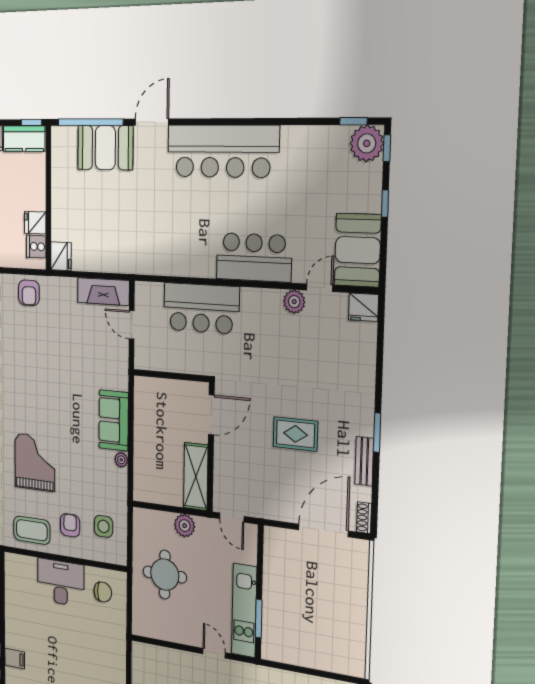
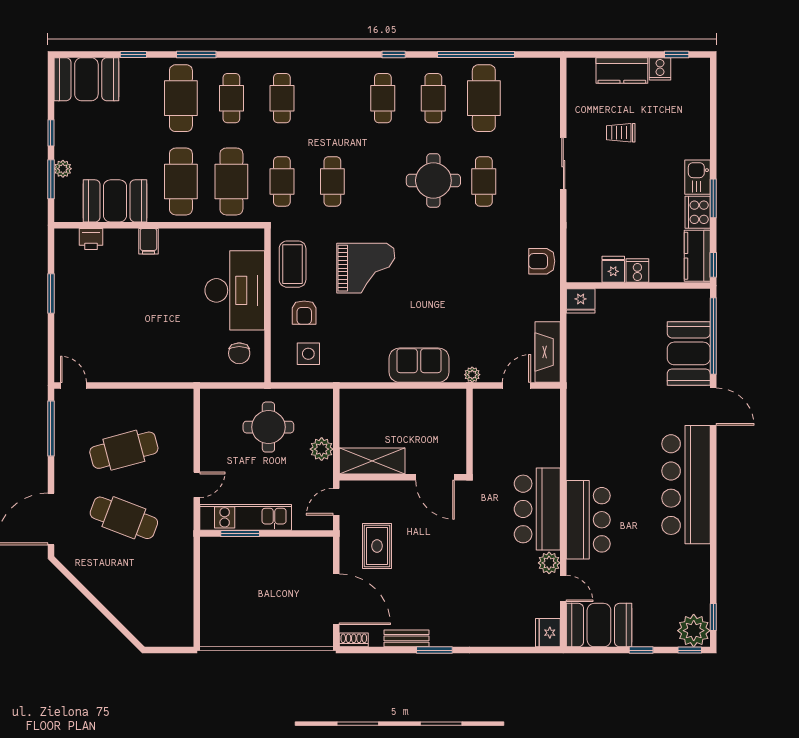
cooker: (36, 247) -> (637, 271), moved
bar counter: (201, 308) -> (537, 509), moved
rug: (295, 434) -> (377, 546), moved
plant: (121, 460) -> (472, 375), moved
armchair: (70, 525) -> (304, 313), turned 90
desk: (61, 582) -> (235, 290), width x1.36, depth x1.30

